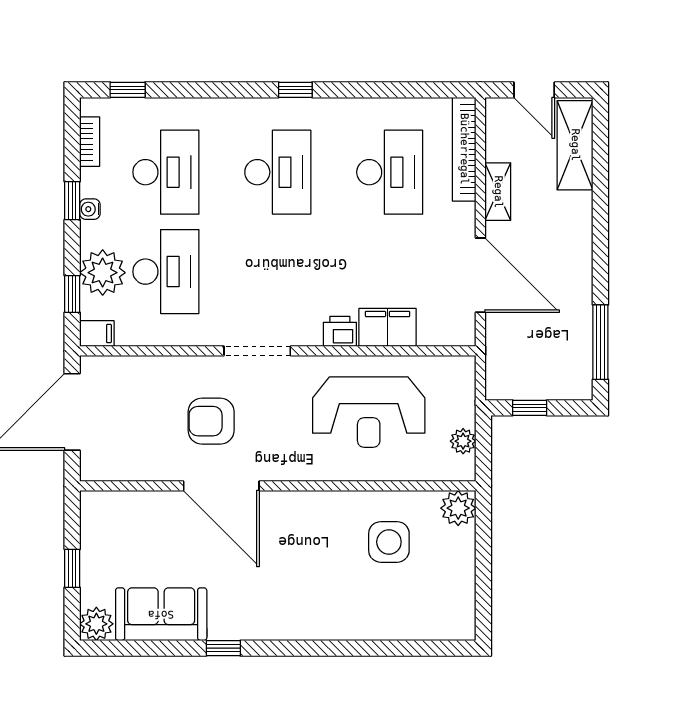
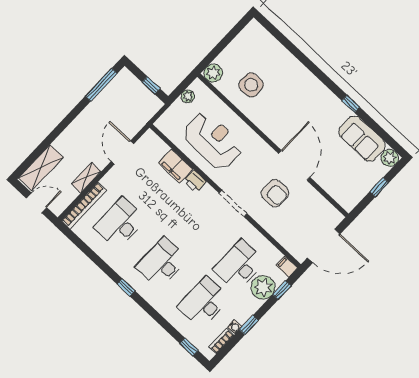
door: (534, 90) -> (37, 203), hinge flipped
water cooler: (90, 209) -> (235, 327), moved
door: (480, 275) -> (122, 152), width x0.73

